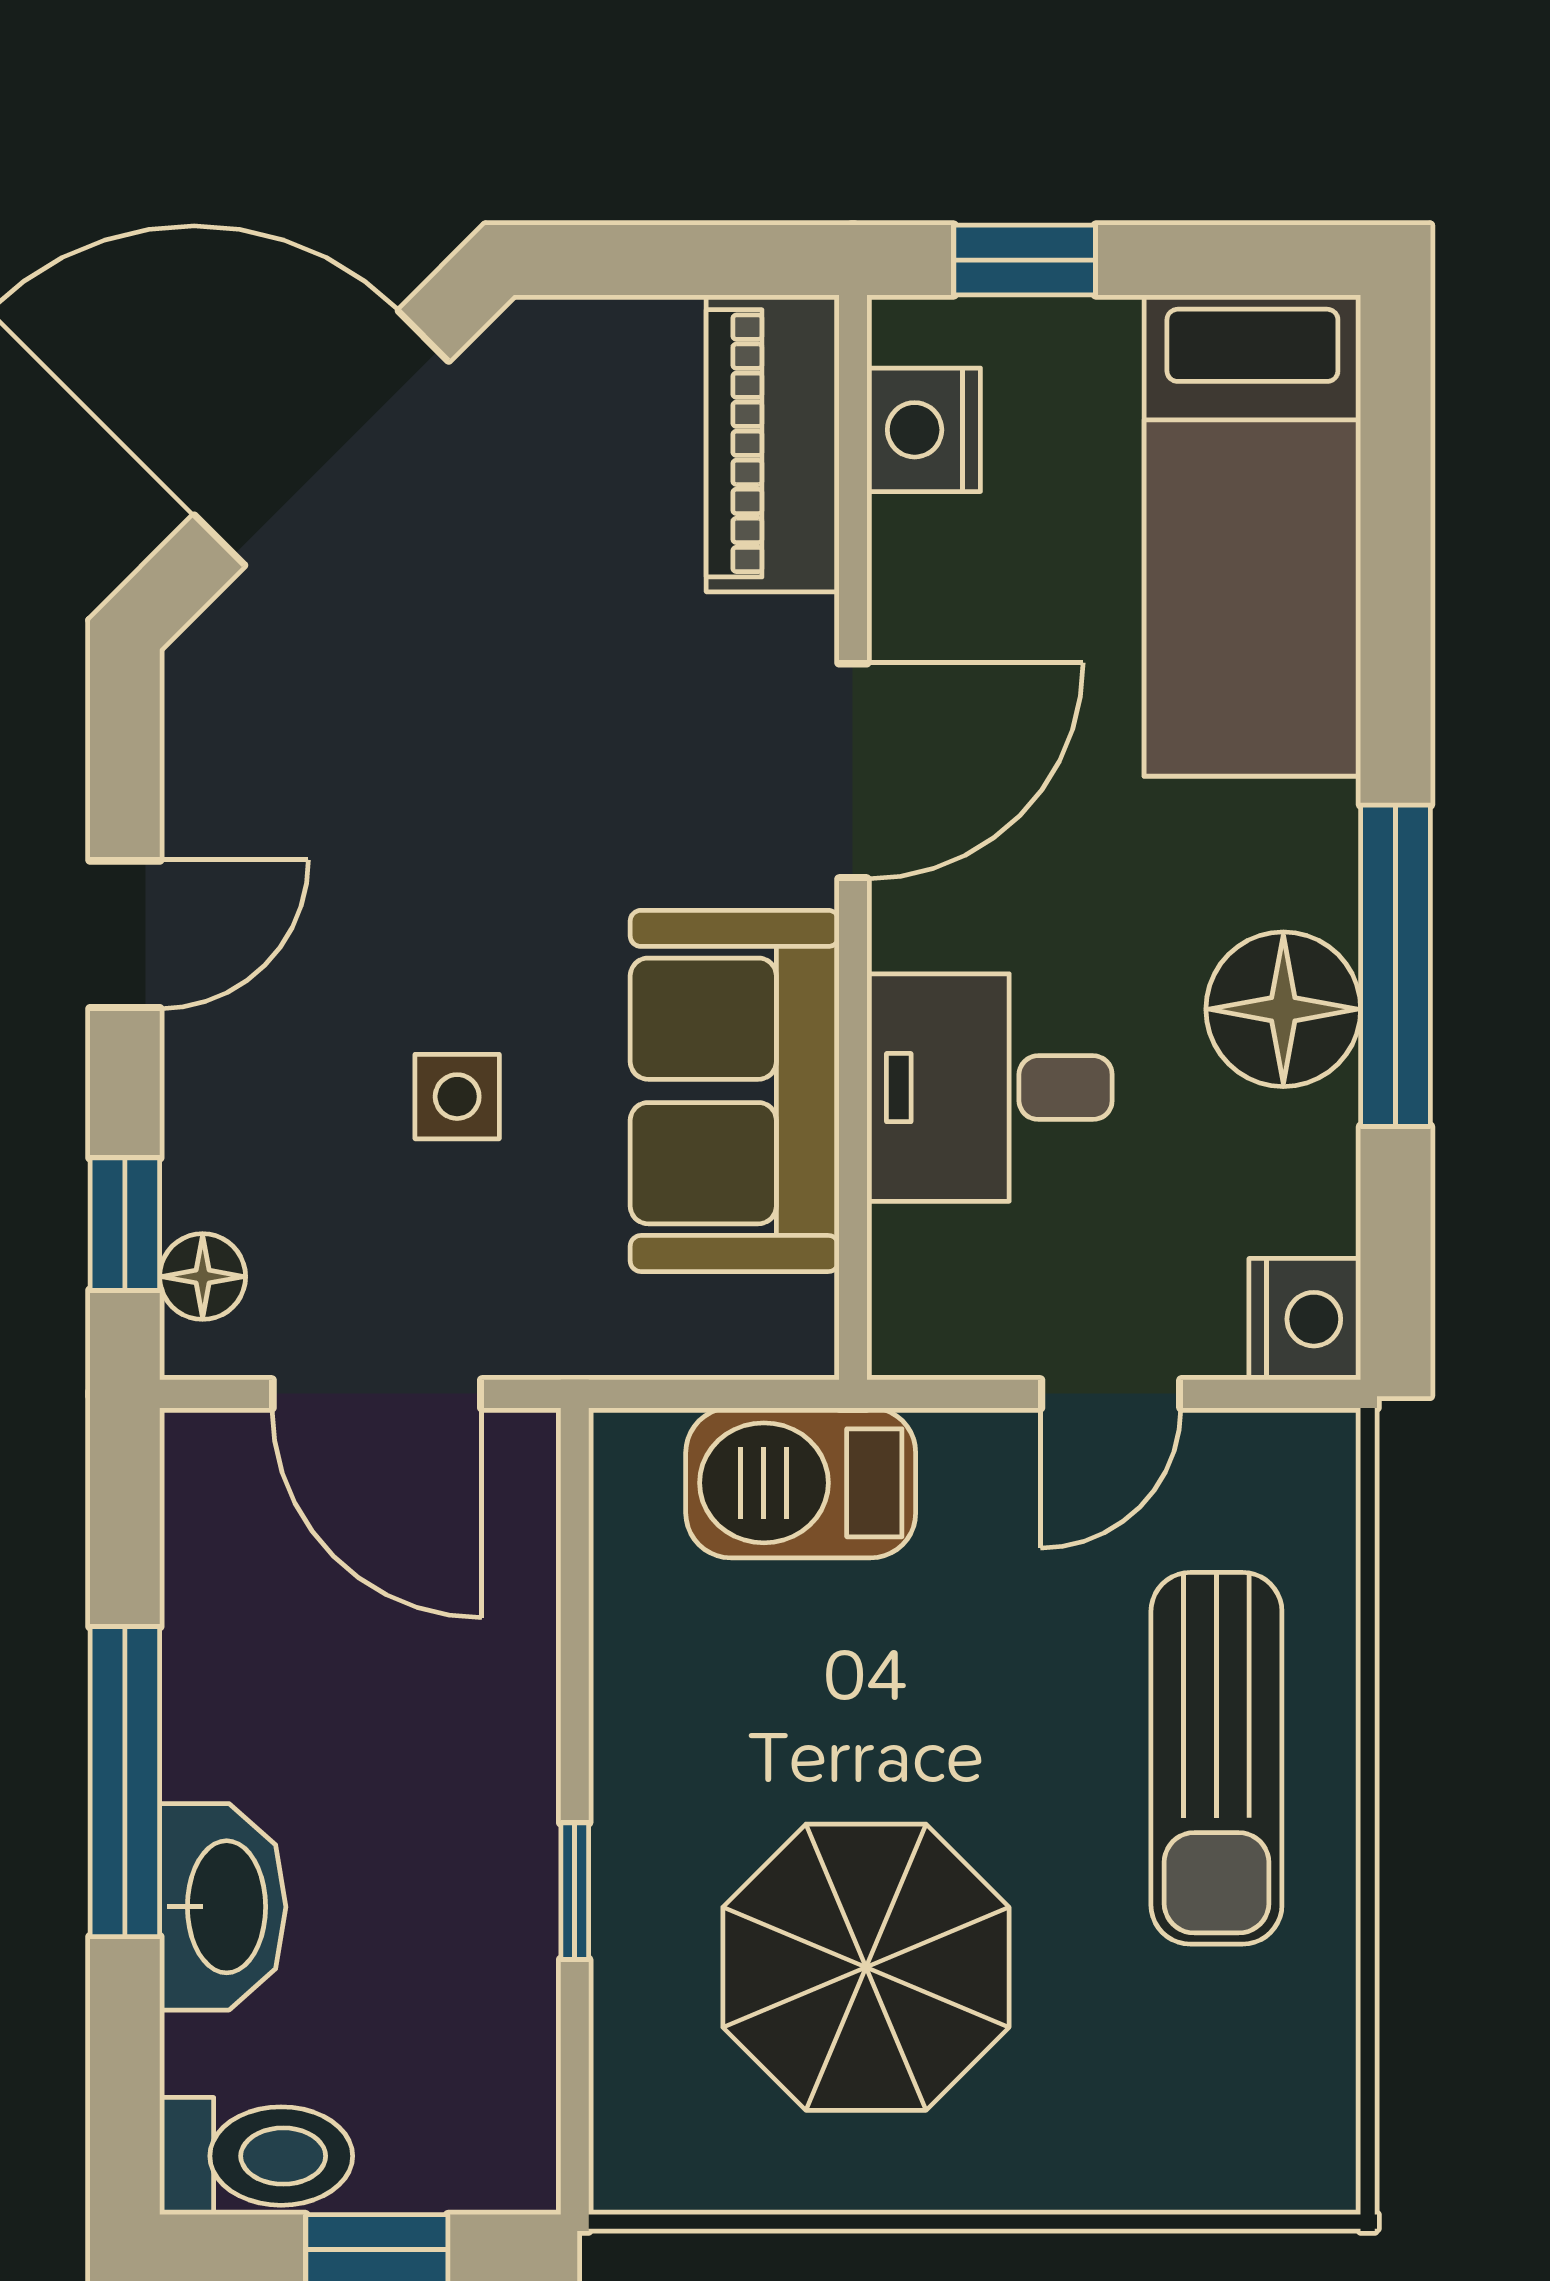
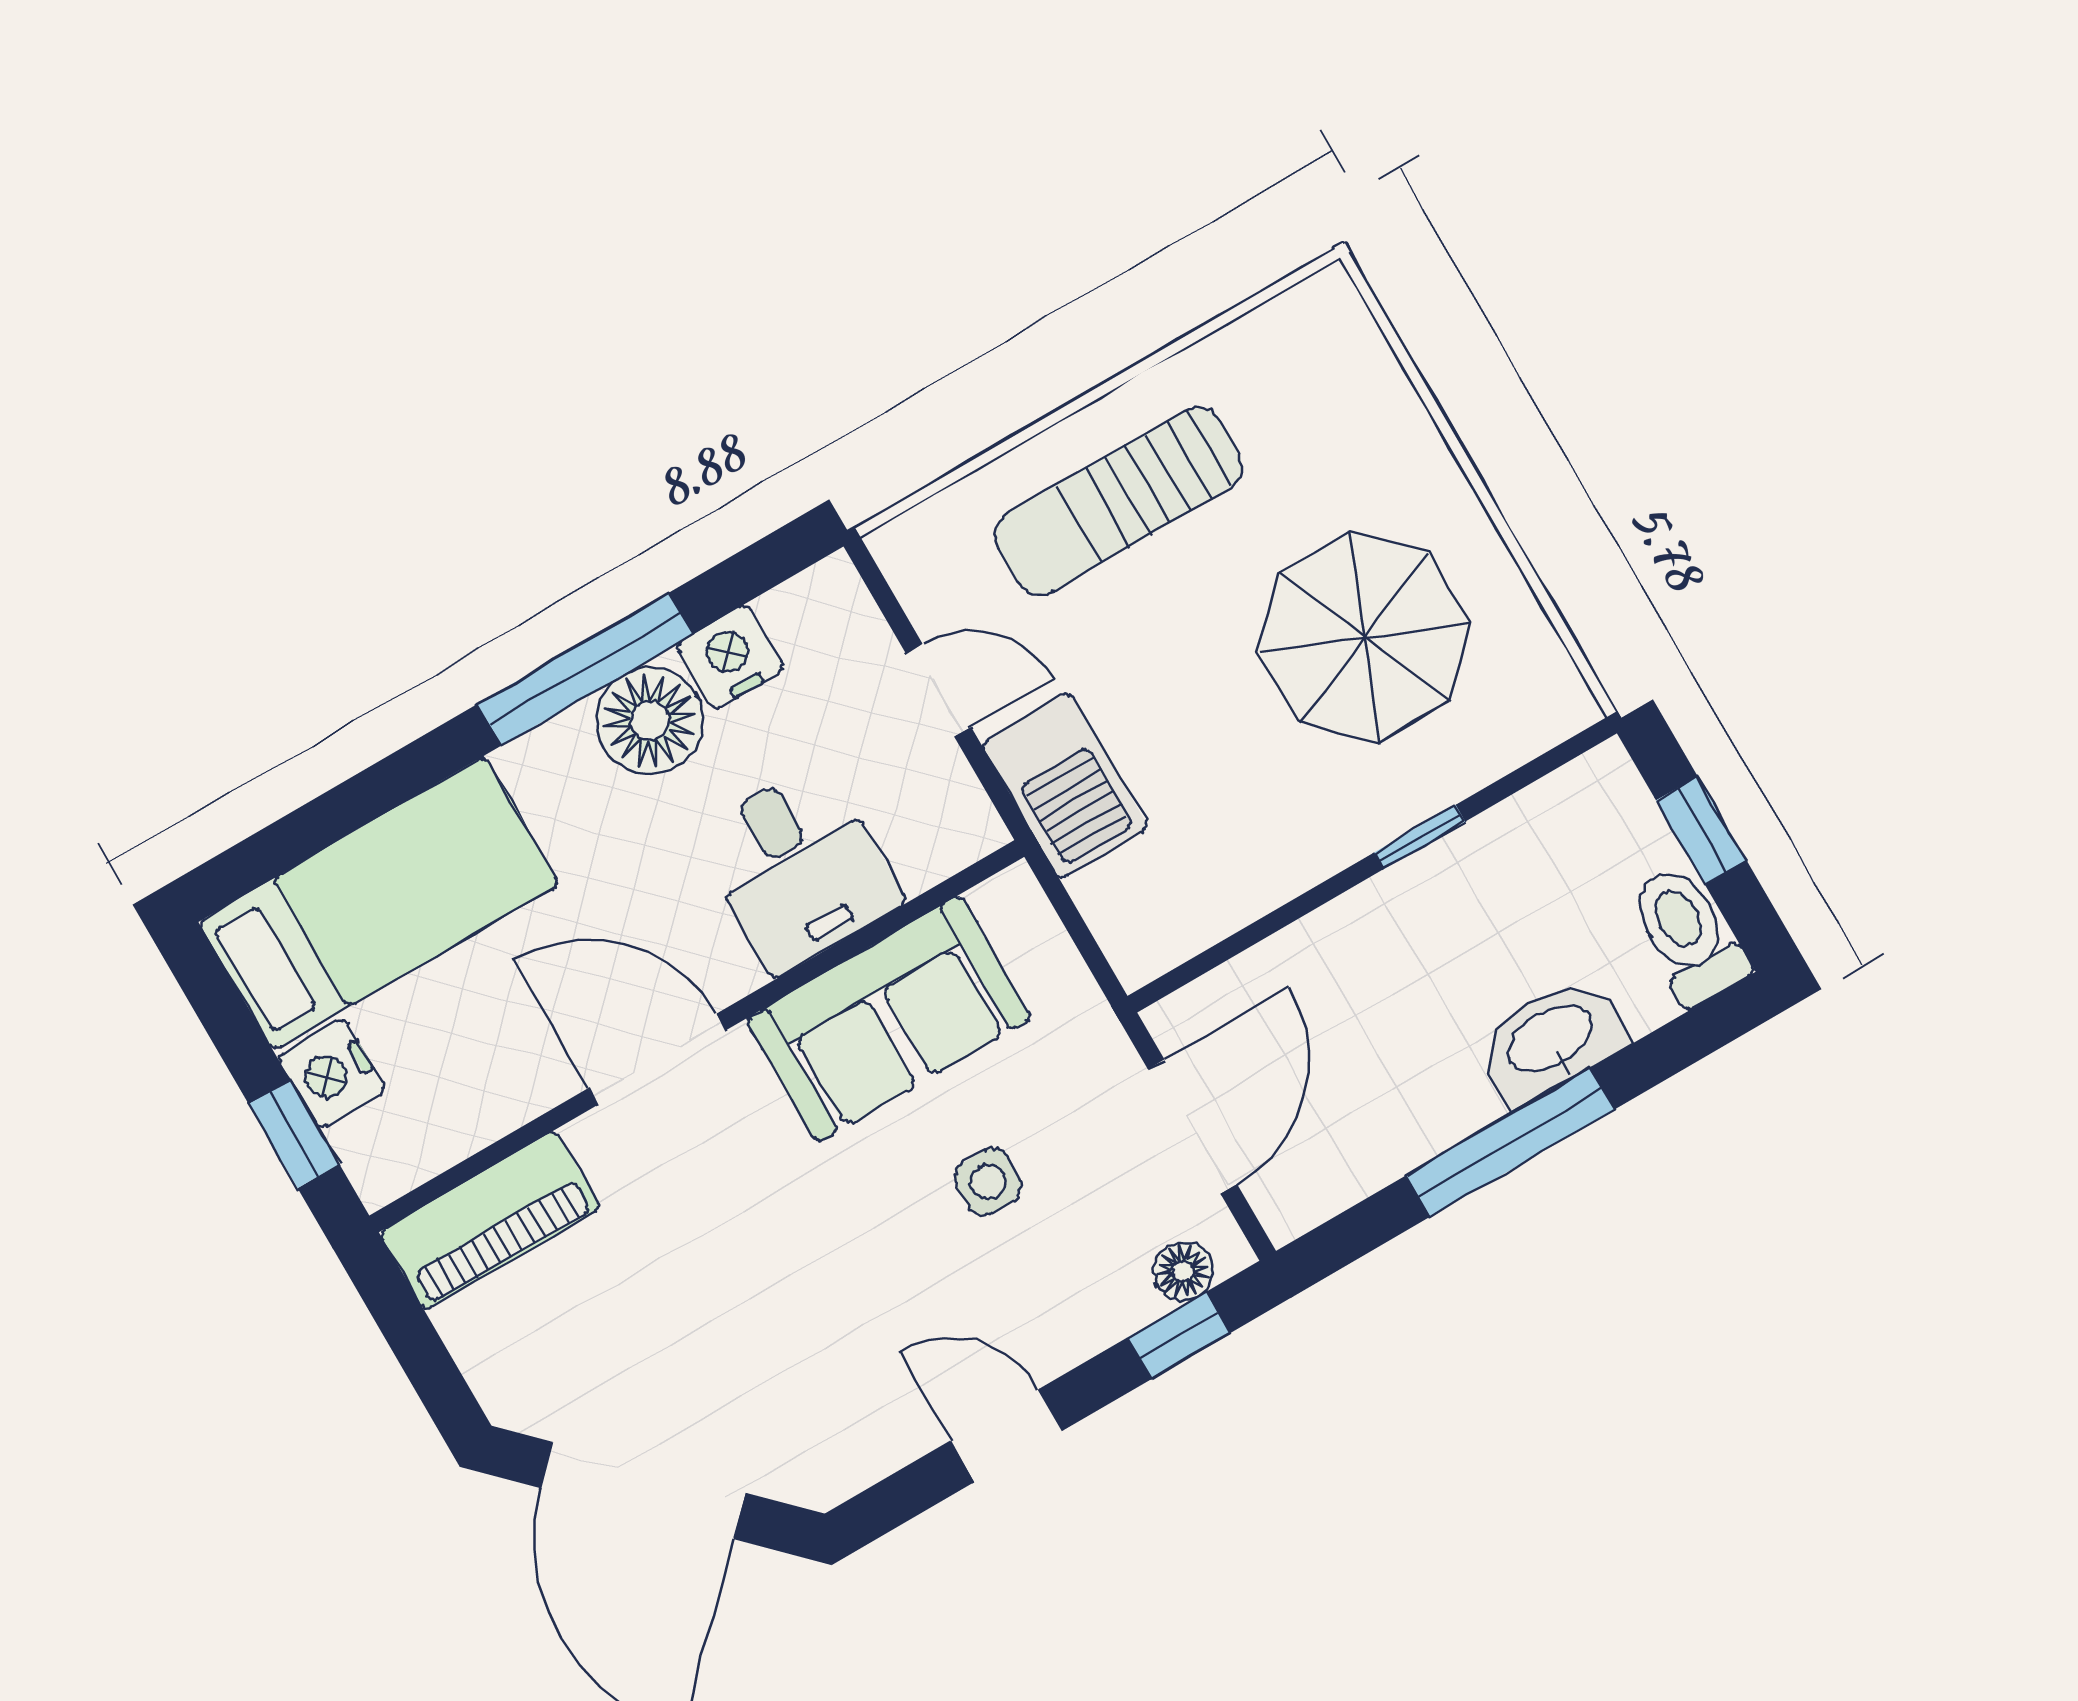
nightstand: (924, 430) -> (332, 1073), moved, turned 90
nightstand: (1305, 1319) -> (730, 657), moved
barbecue: (801, 1483) -> (1065, 785), moved
sun lounger: (1216, 1758) -> (1119, 501), turned 180

